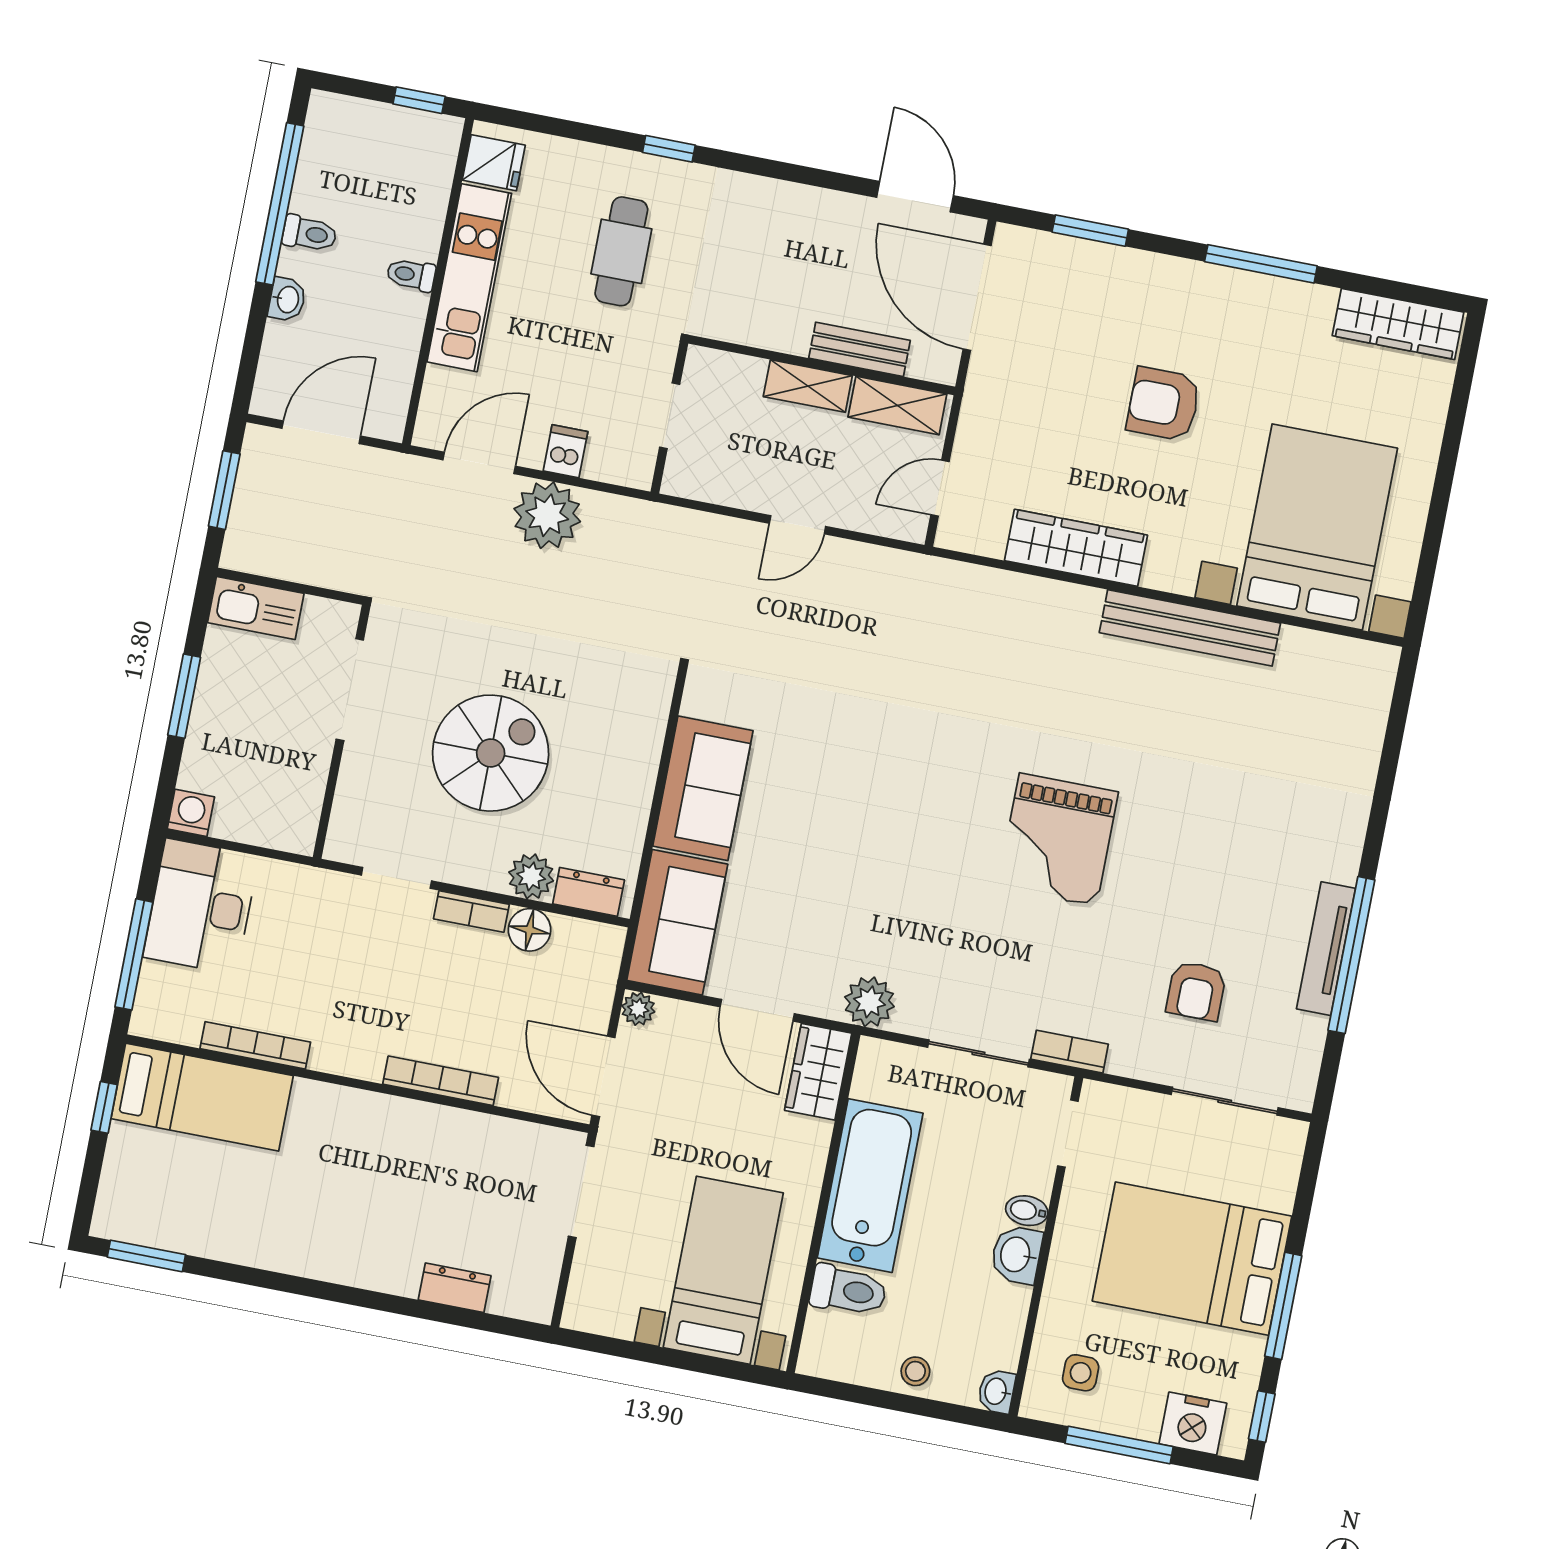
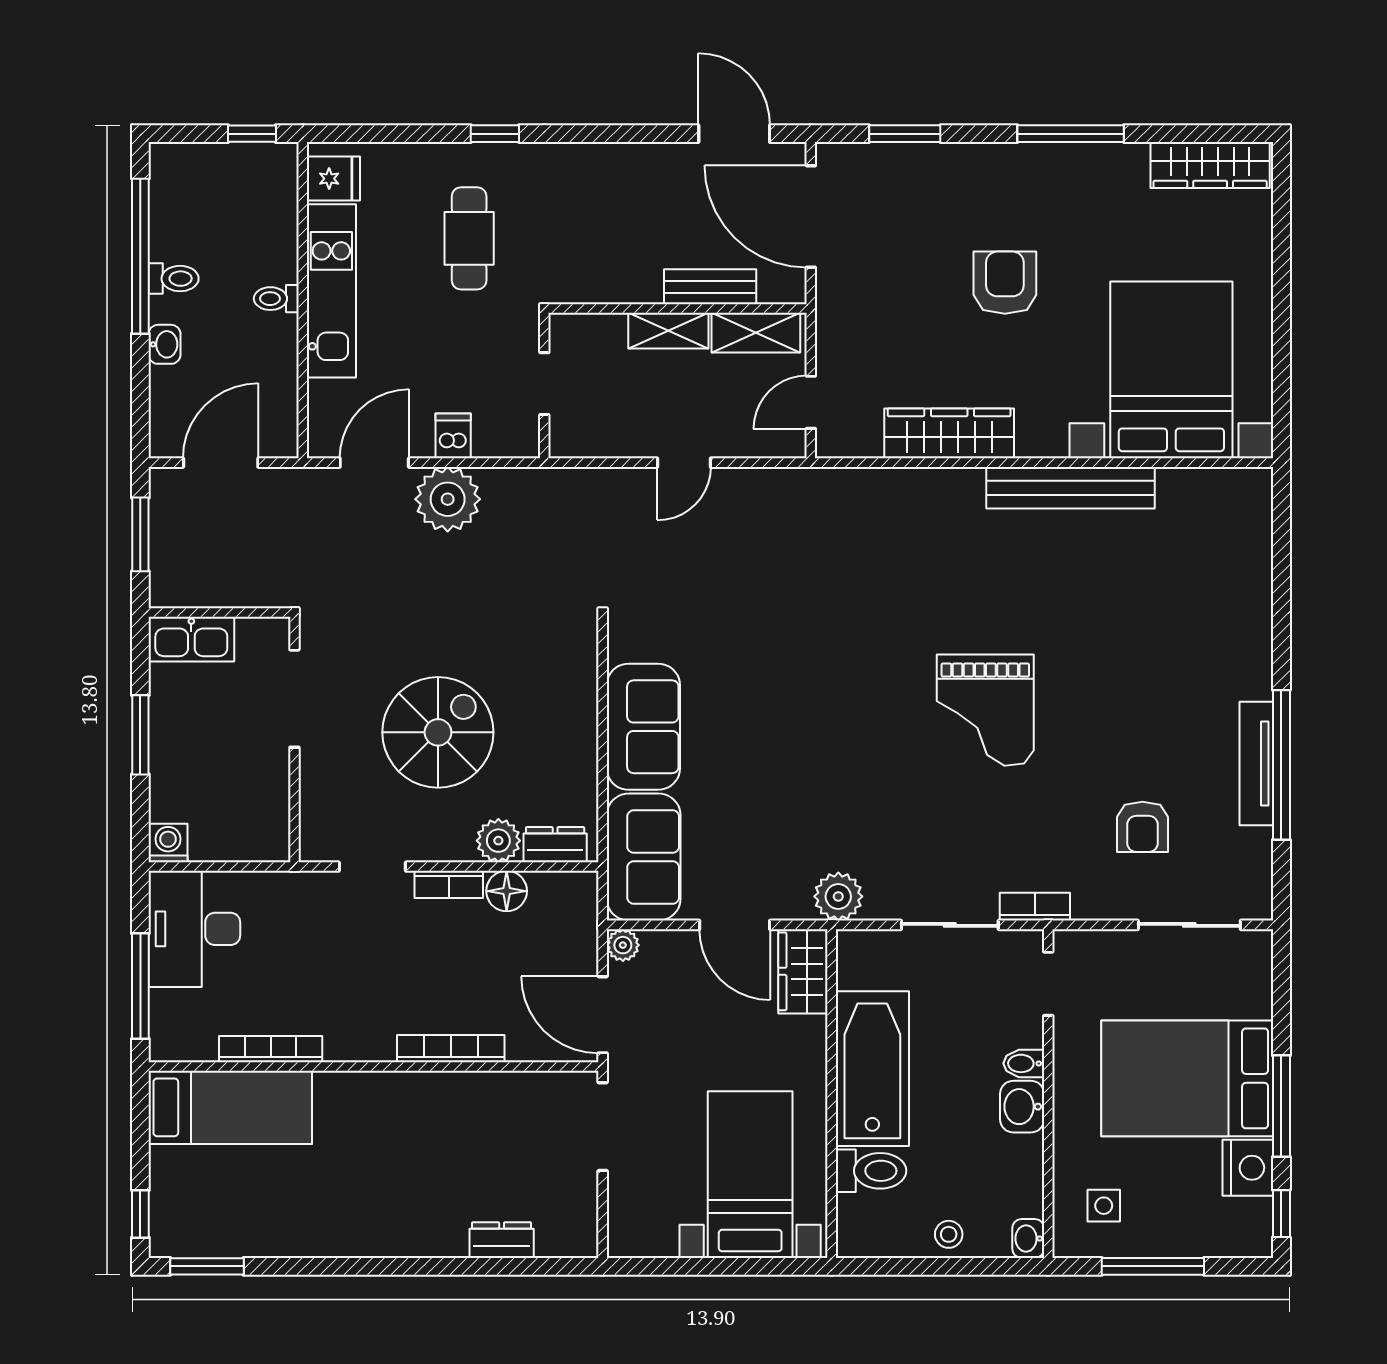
armchair: (1163, 404) -> (1005, 283), turned 90
window: (104, 1107) -> (140, 1214), moved
nightstand: (1193, 1424) -> (1248, 1168), moved, turned -90

